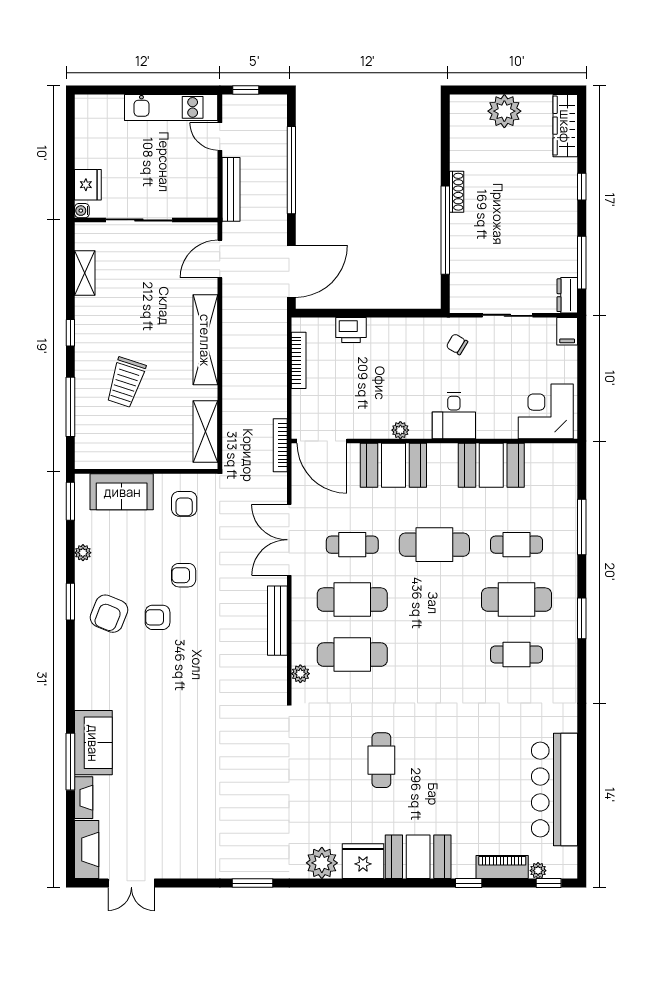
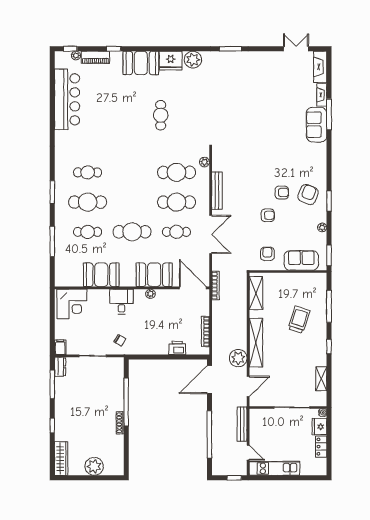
locker: (85, 148) -> (321, 447), added
plant: (238, 311) -> (238, 358), added

